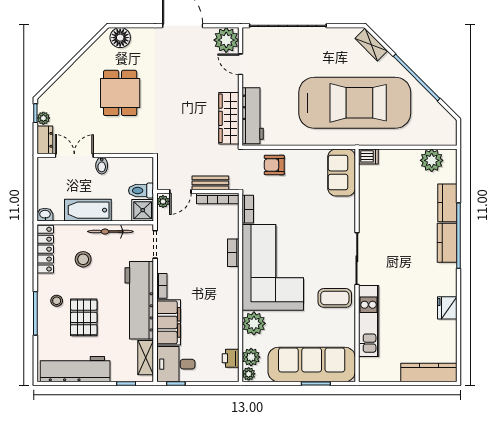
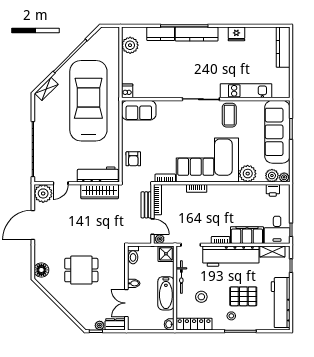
toilet: (141, 191) -> (133, 255), moved
kitchen counter: (447, 243) -> (197, 34), width x1.50

